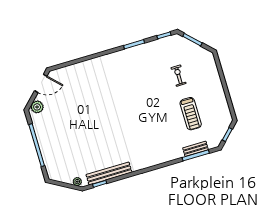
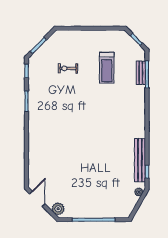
treadmill: (191, 114) -> (107, 68), turned 90

